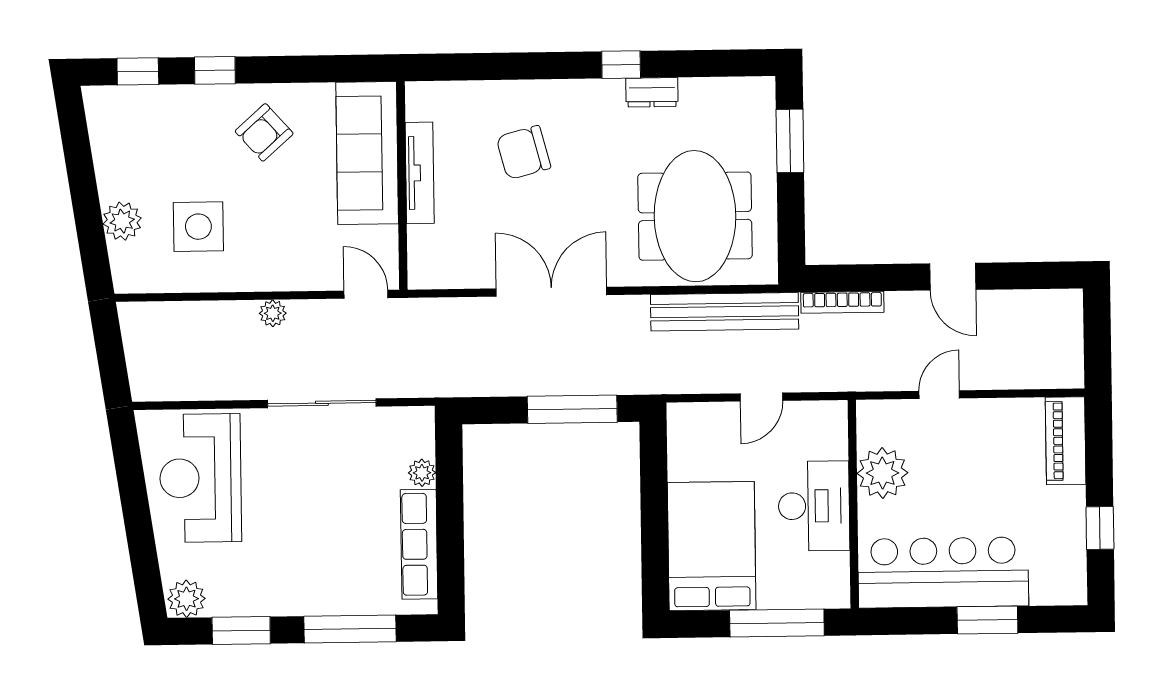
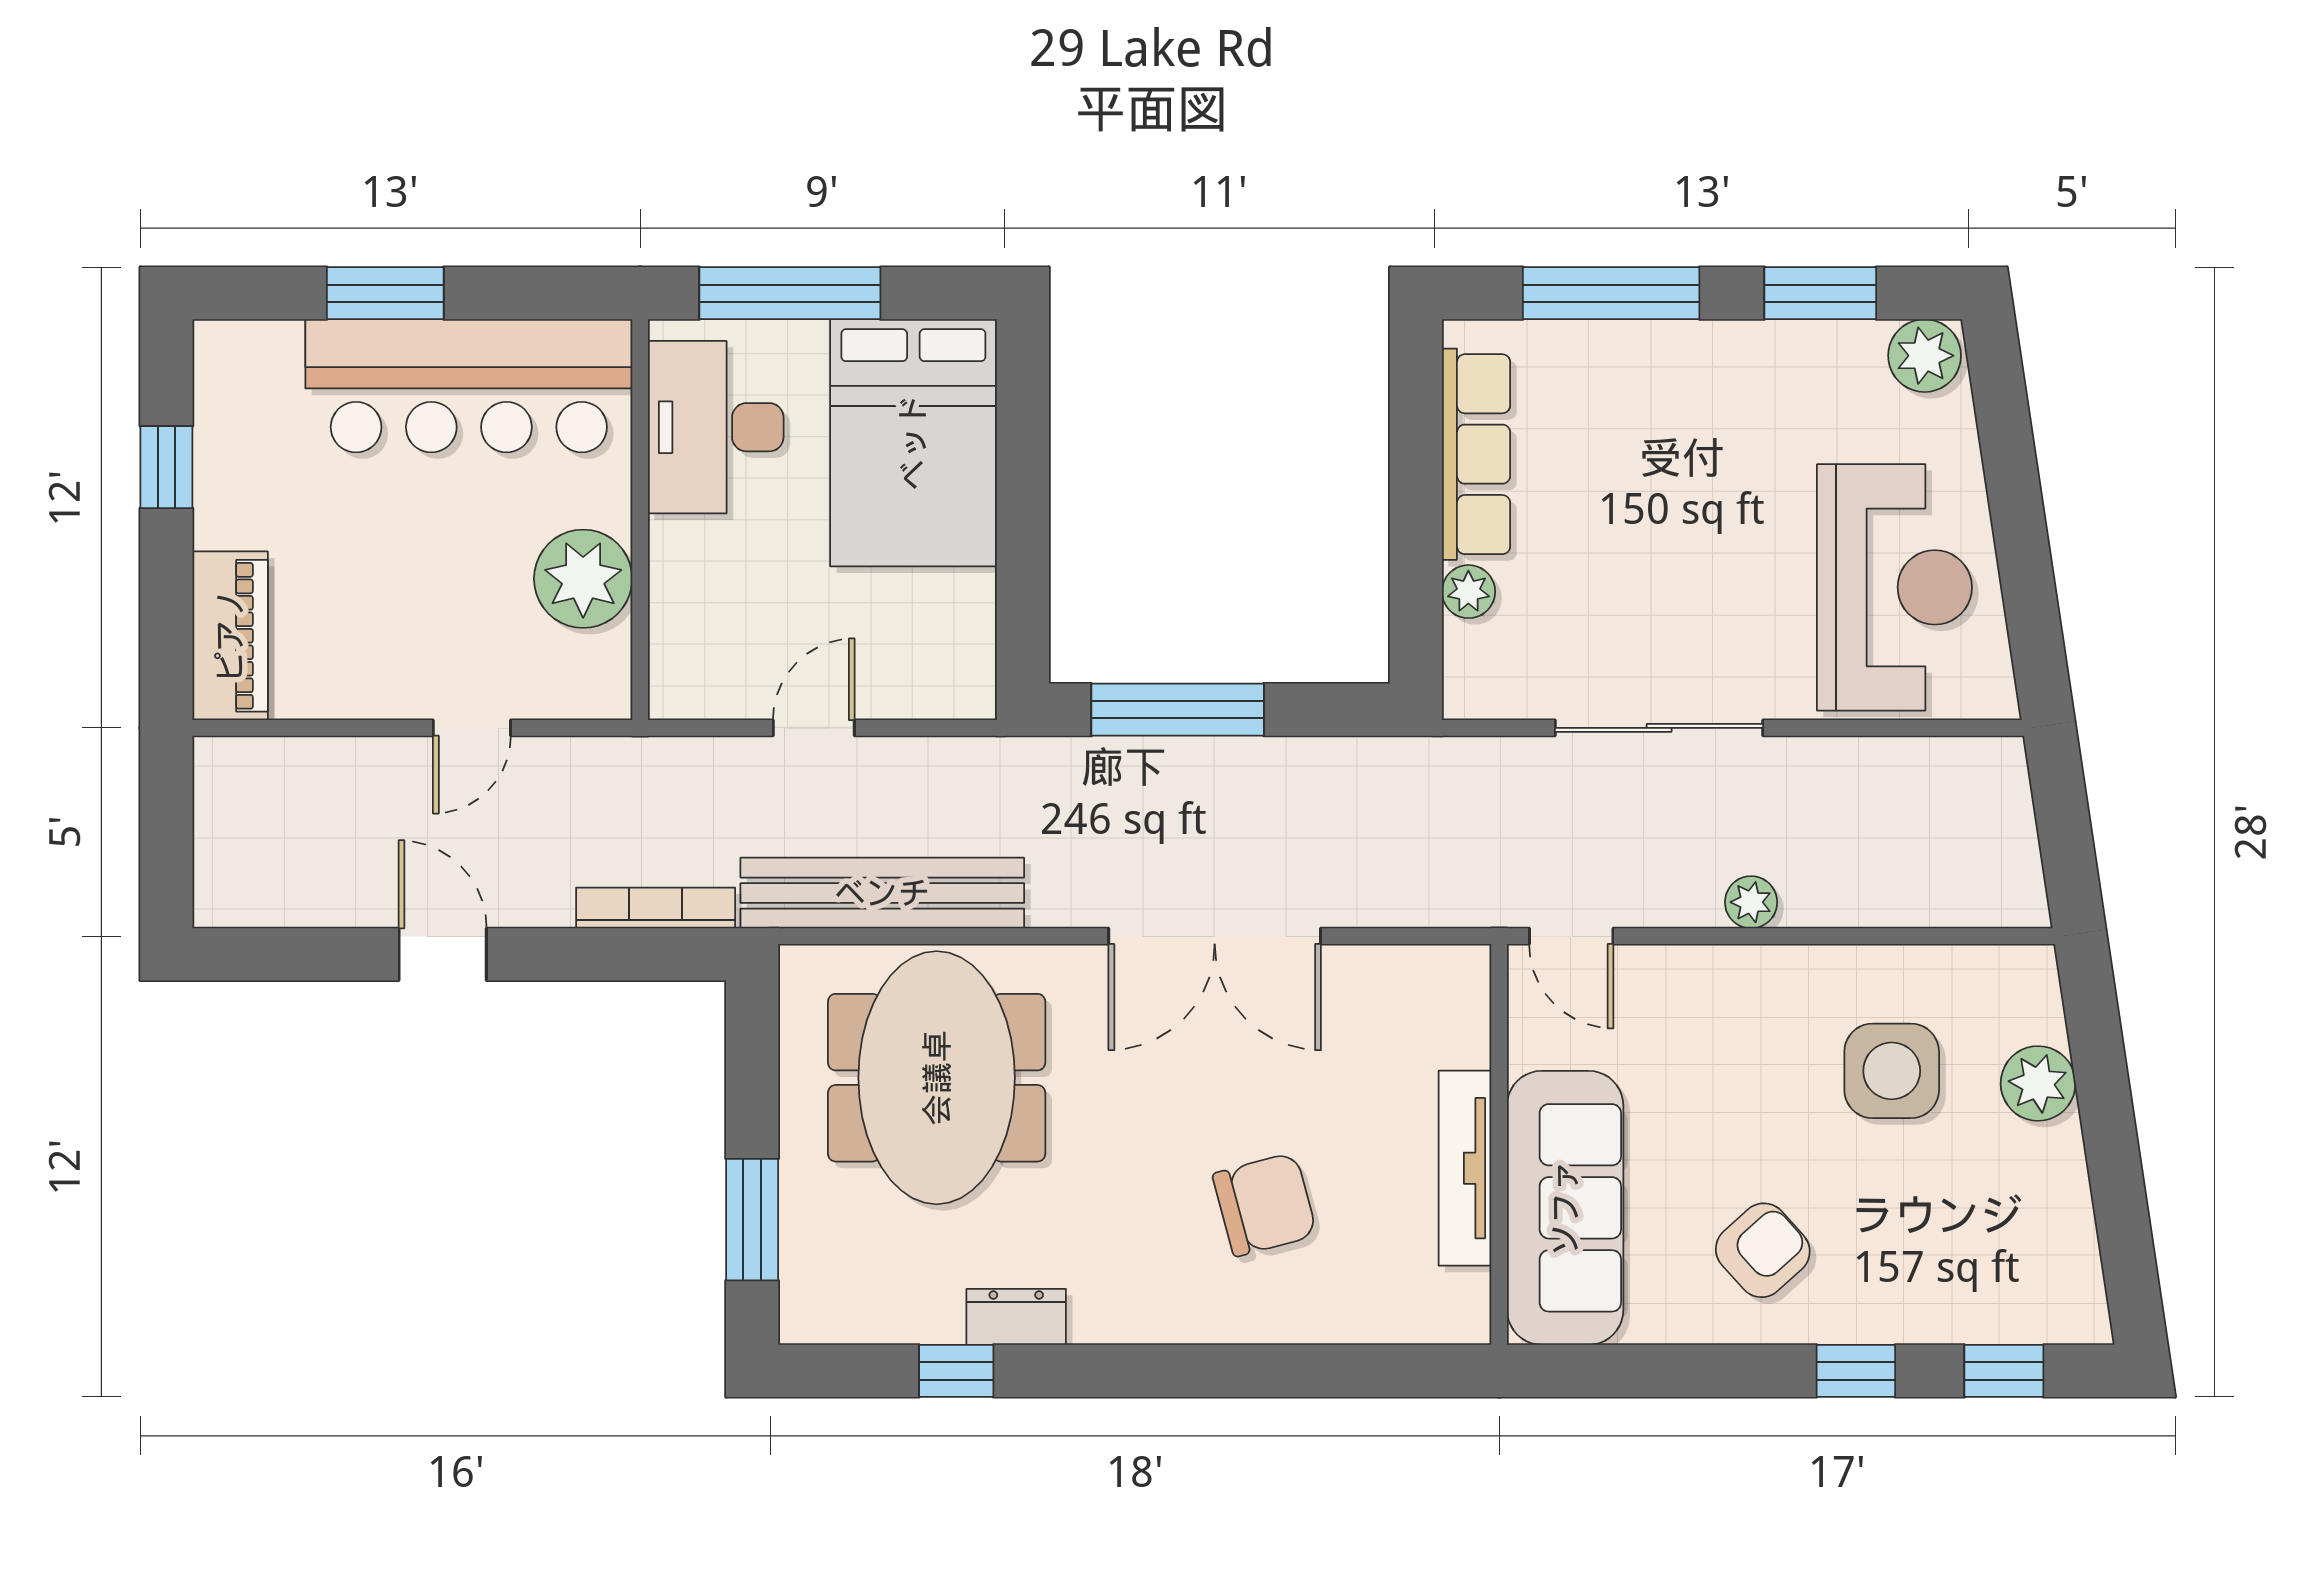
window: (621, 65) -> (956, 1371), moved
desk: (814, 506) -> (716, 427), moved

